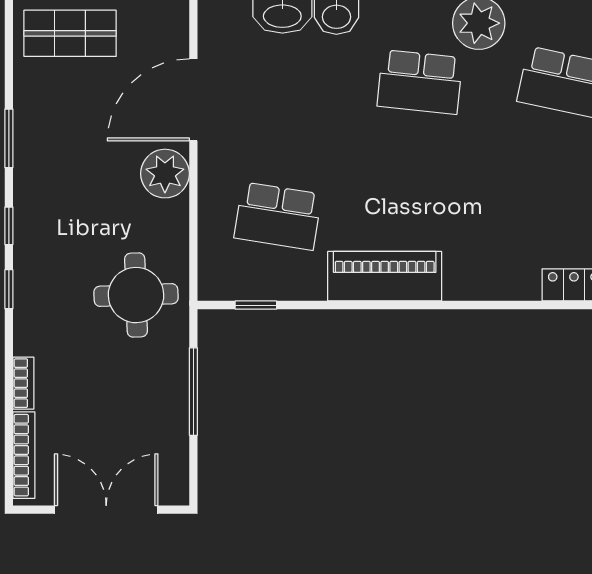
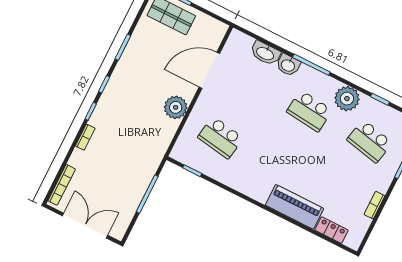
plant: (165, 174) -> (176, 107), moved
piano: (385, 276) -> (294, 207), moved
round table: (136, 295) -> (143, 141), removed
bookcase: (23, 383) -> (85, 137), moved

